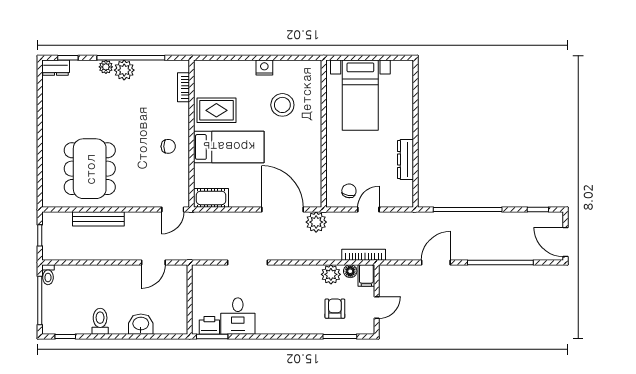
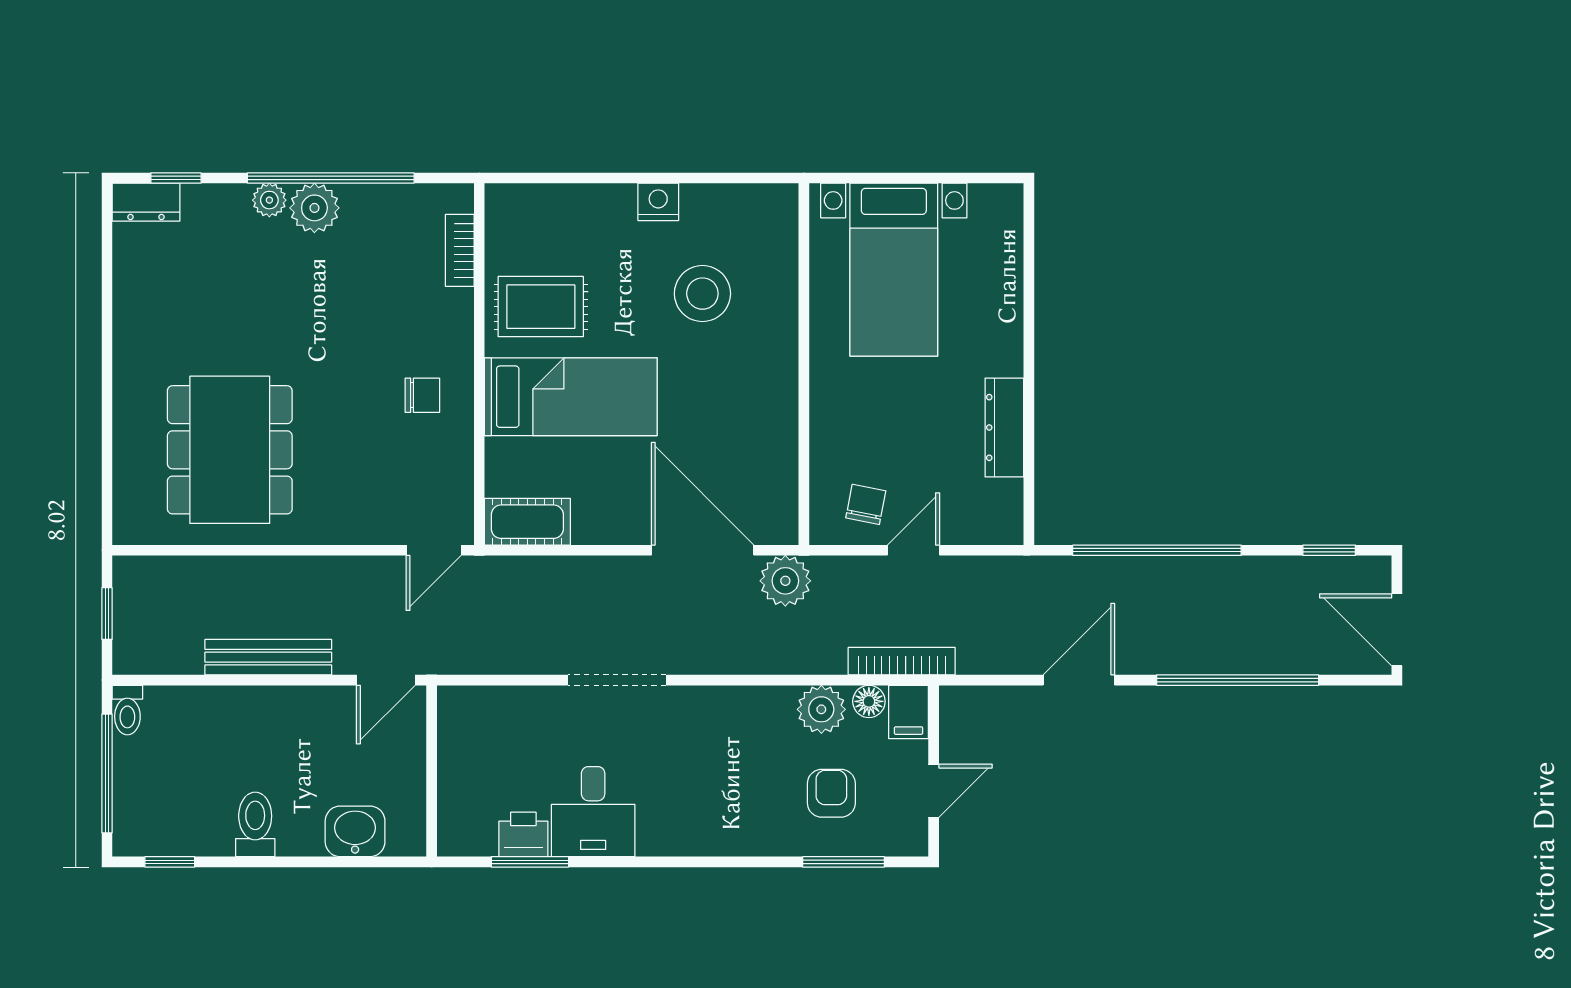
bench: (98, 219) -> (268, 657), moved
wall: (190, 300) -> (432, 771), moved

